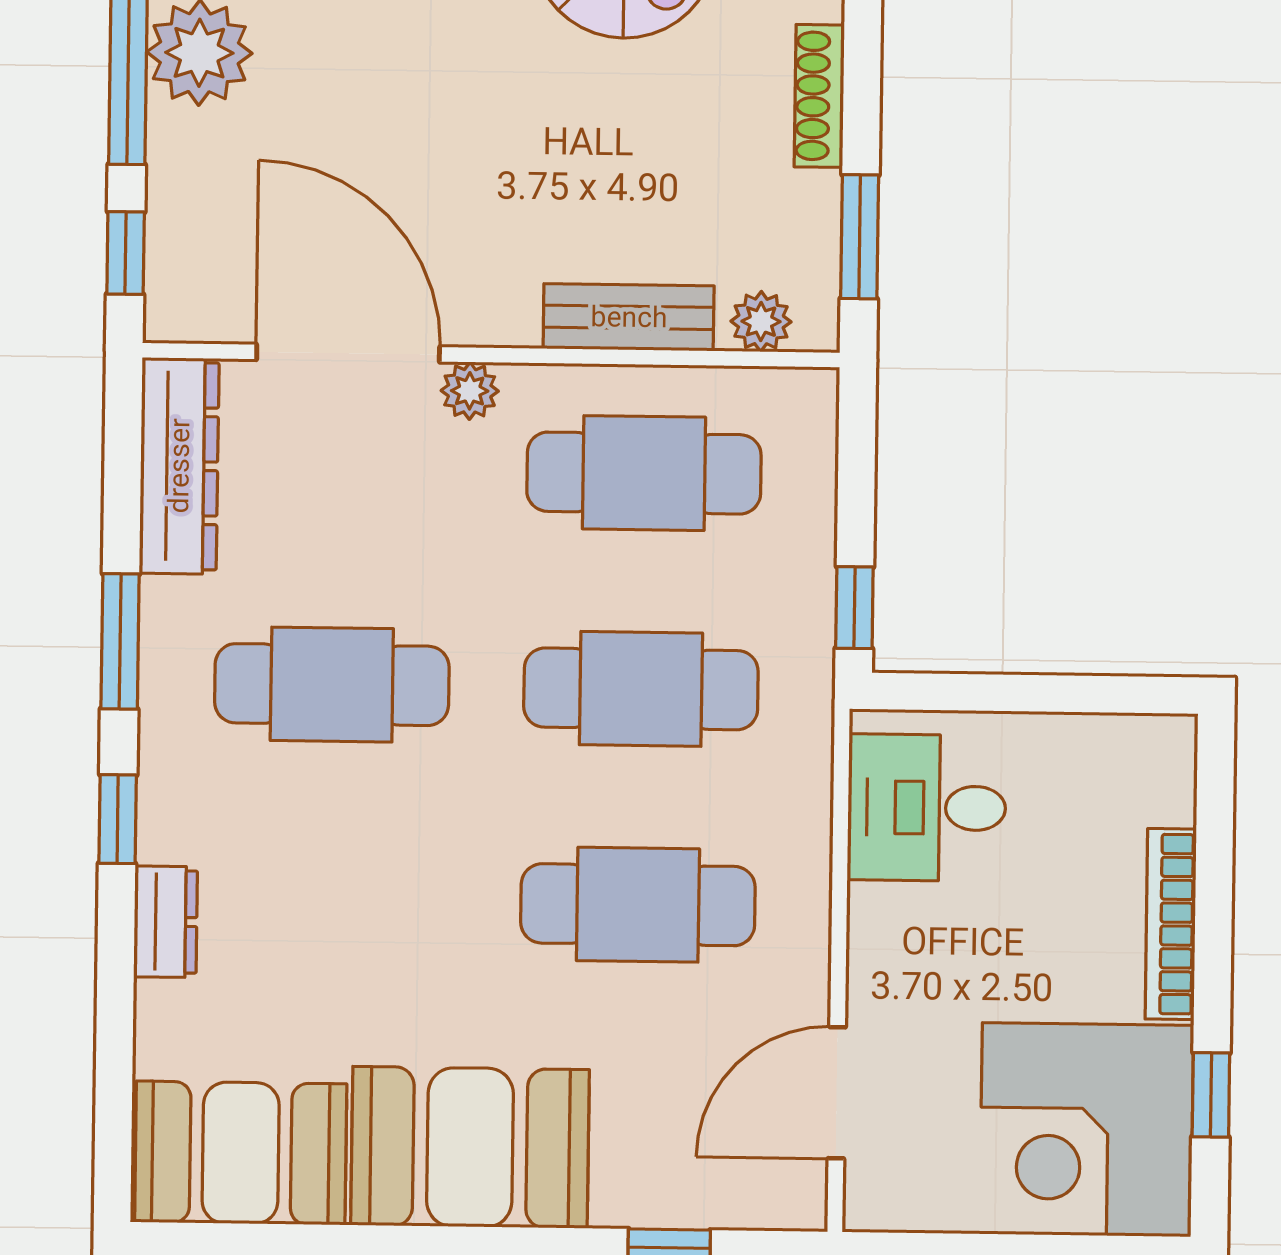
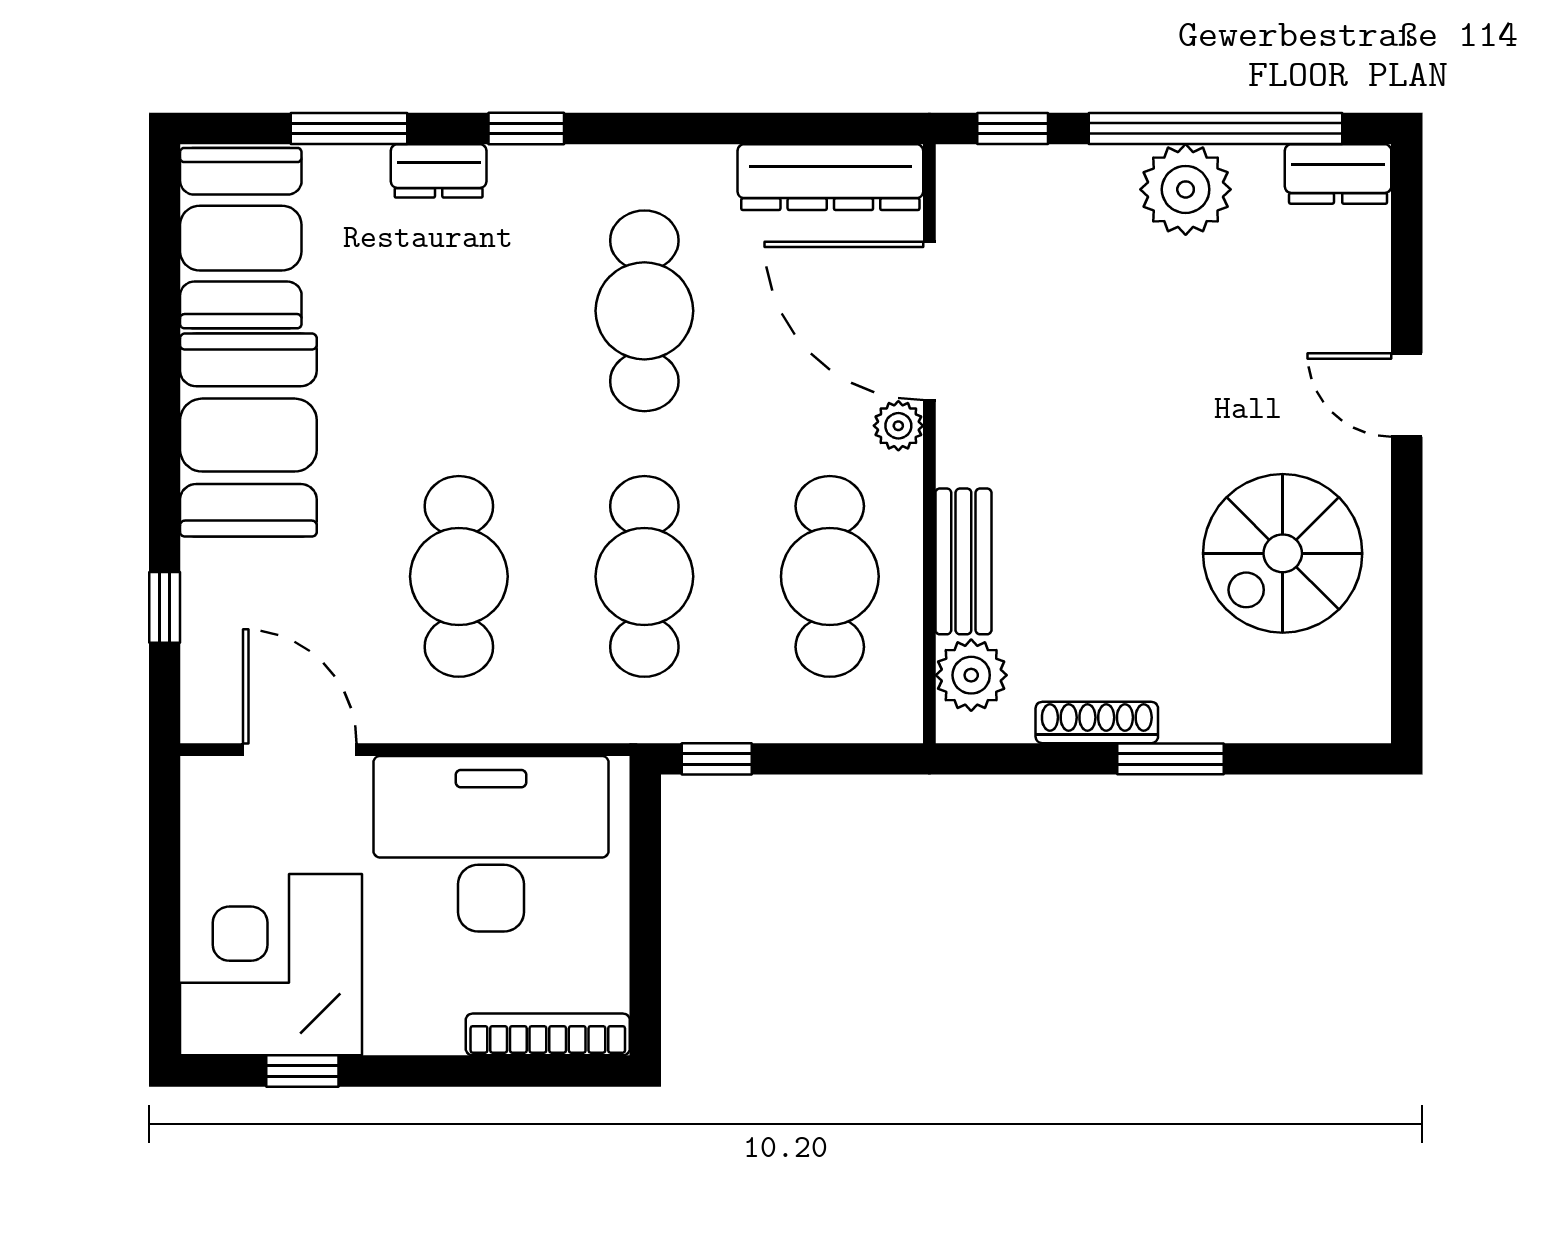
shoe rack: (819, 96) -> (1097, 722), moved
window: (860, 237) -> (1171, 759), moved
plant: (761, 321) -> (971, 675), width x1.38, depth x1.38
door: (348, 353) -> (929, 321), swing flipped
window: (120, 641) -> (349, 128), moved
desk: (927, 808) -> (491, 844), width x1.87, depth x1.30
bookcase: (1171, 924) -> (548, 1034), moved

